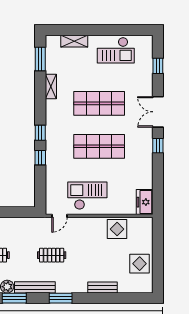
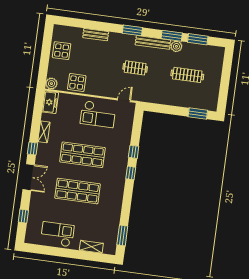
shelving: (51, 86) -> (44, 132), moved
plant: (146, 224) -> (51, 84), added

